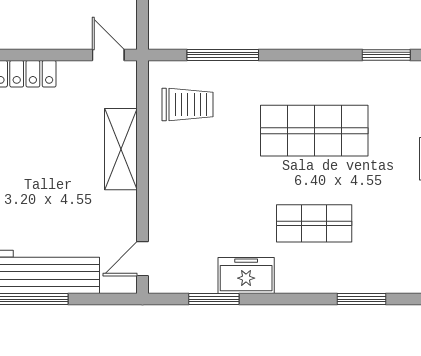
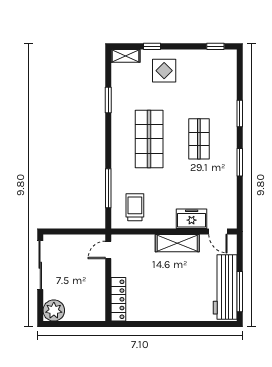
shelving: (121, 149) -> (177, 243), moved
freezer: (246, 276) -> (192, 219), moved, turned 90
window: (214, 299) -> (240, 162), moved

